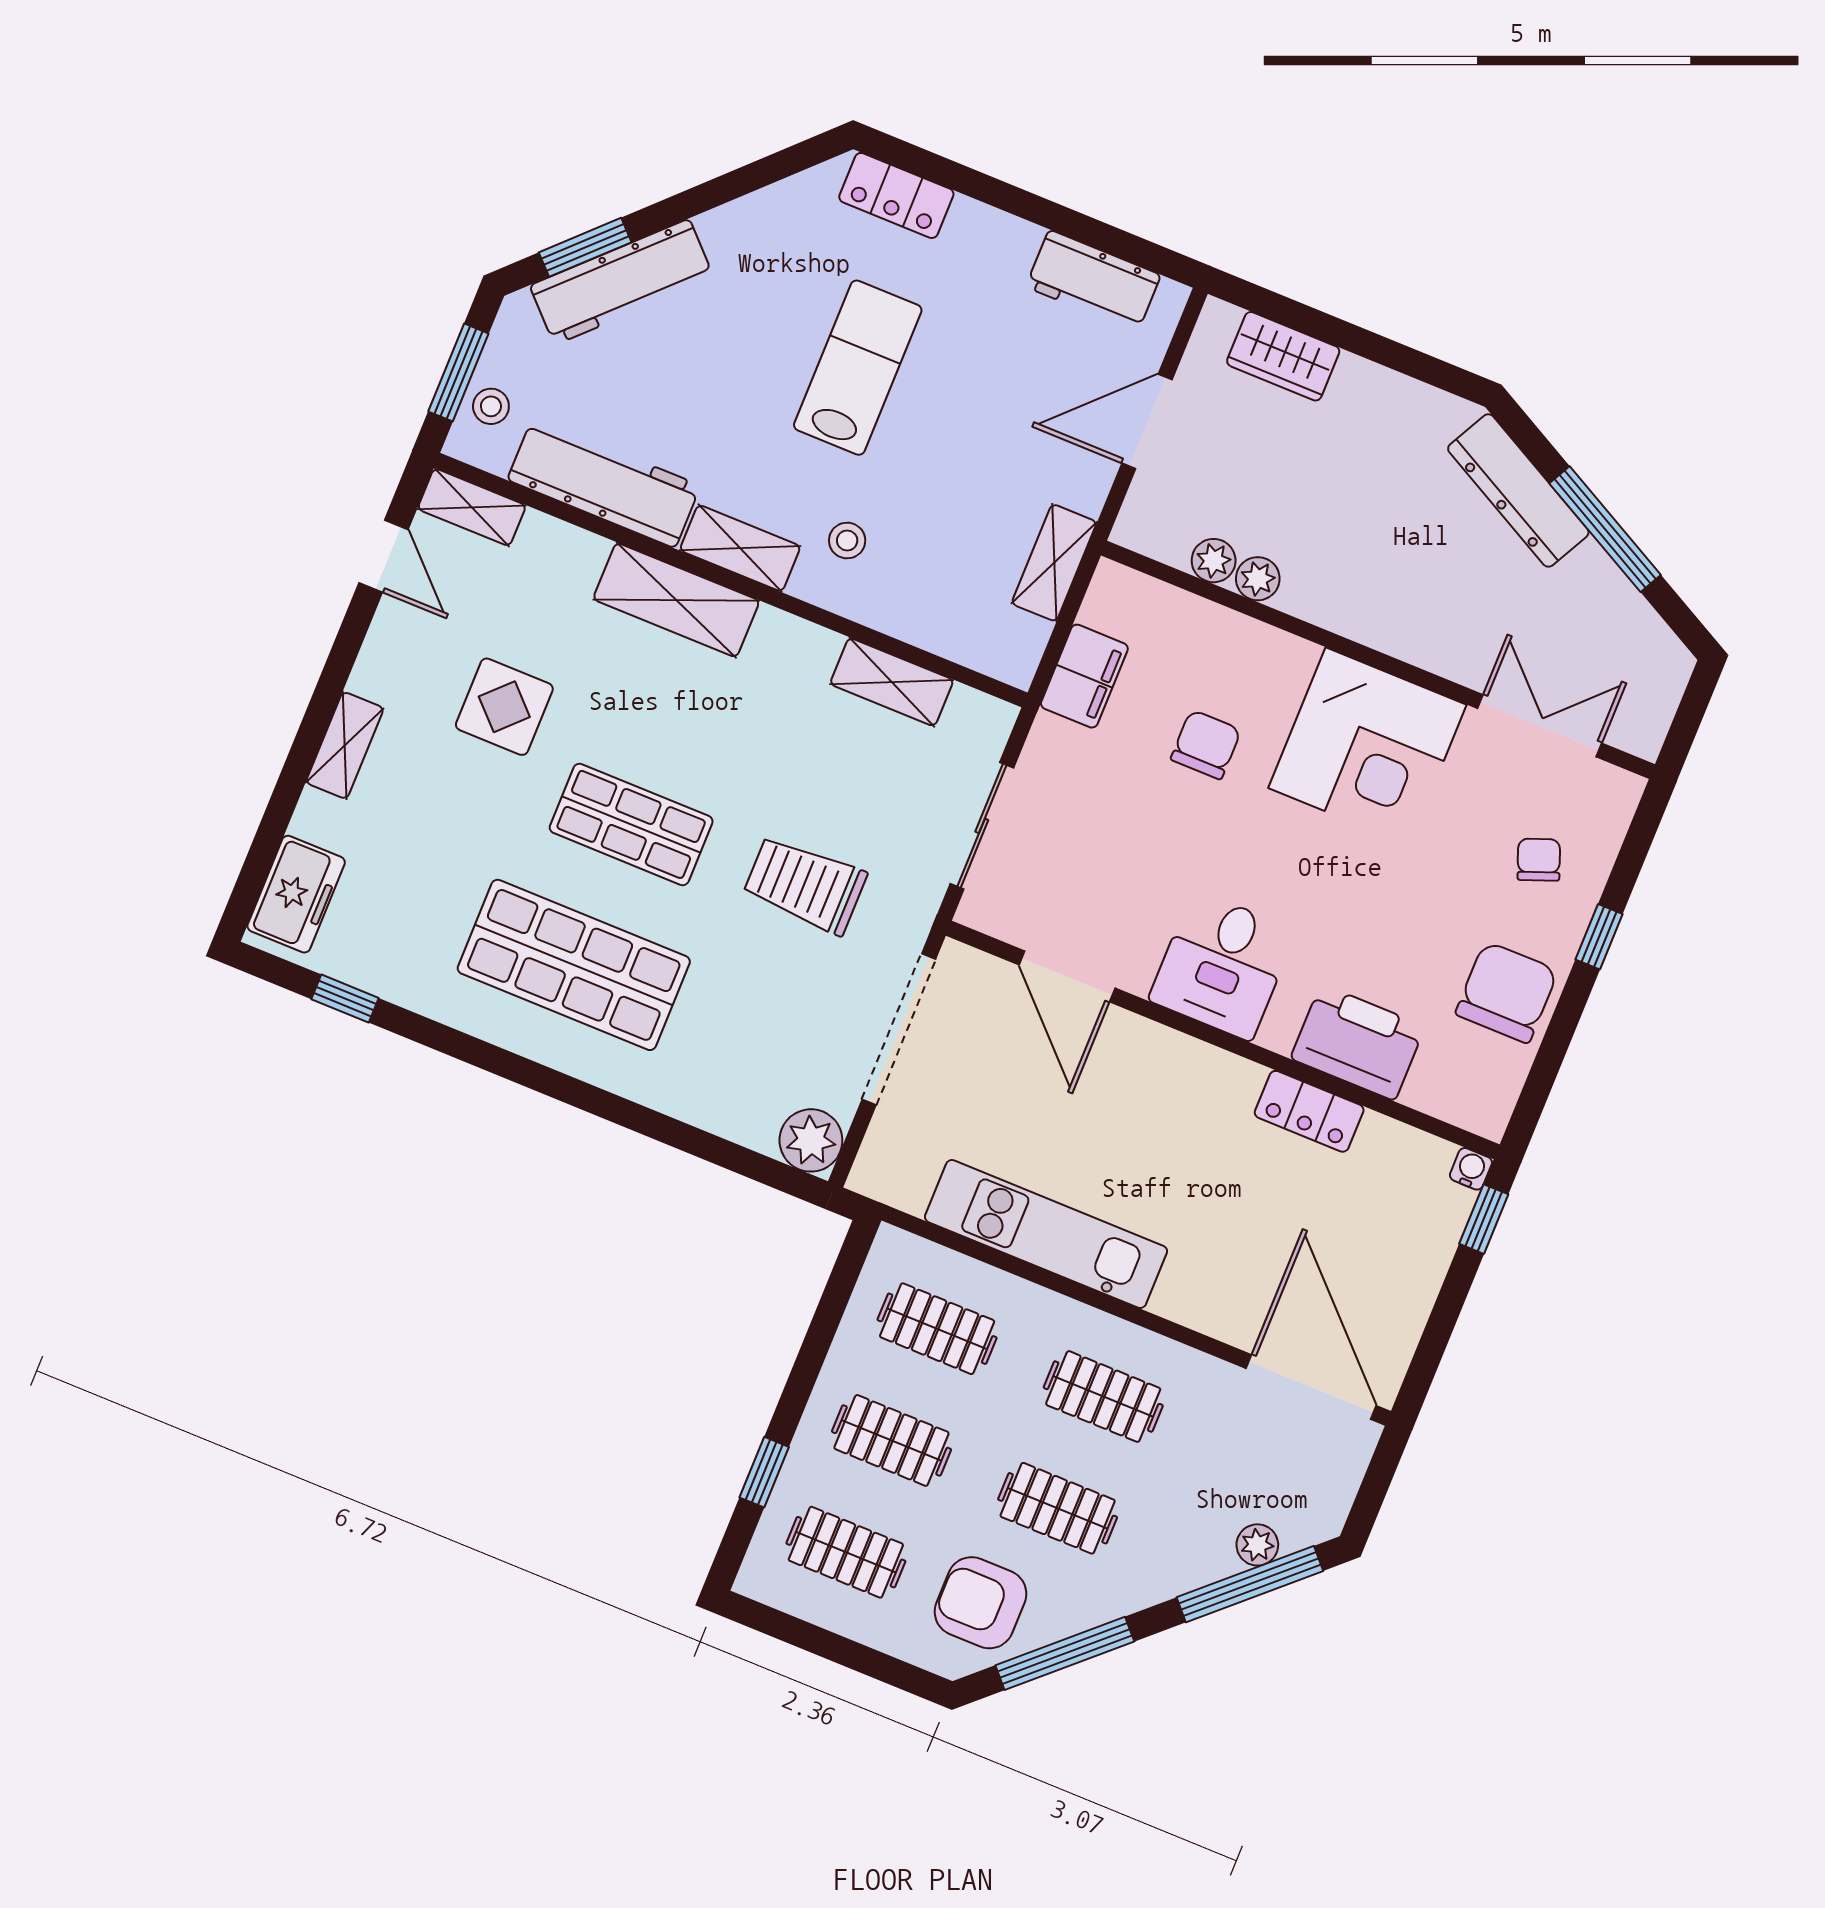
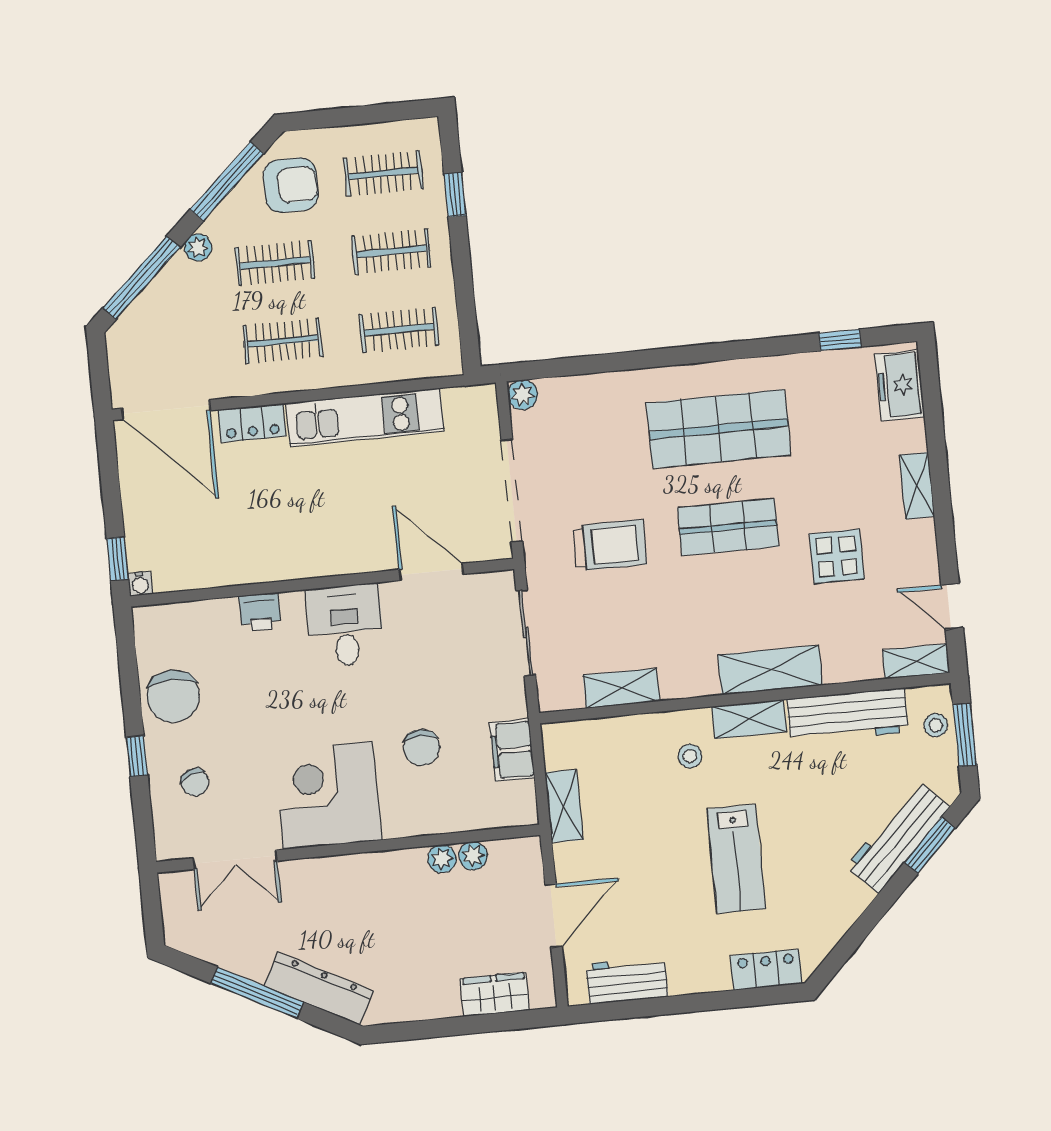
printer: (1358, 1042) -> (260, 612), width x0.53, depth x0.68
locker: (1309, 1111) -> (252, 423), moved, turned 180
plant: (811, 1140) -> (523, 395), width x0.73, depth x0.73
plant: (1257, 1545) -> (198, 247), moved

